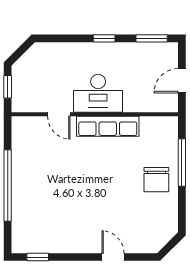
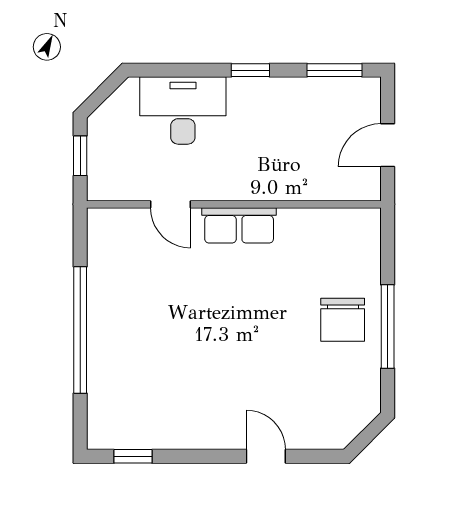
desk: (98, 93) -> (183, 111), moved, turned 180
row of seats: (108, 126) -> (239, 225), width x0.68
window: (182, 163) -> (388, 327), moved

